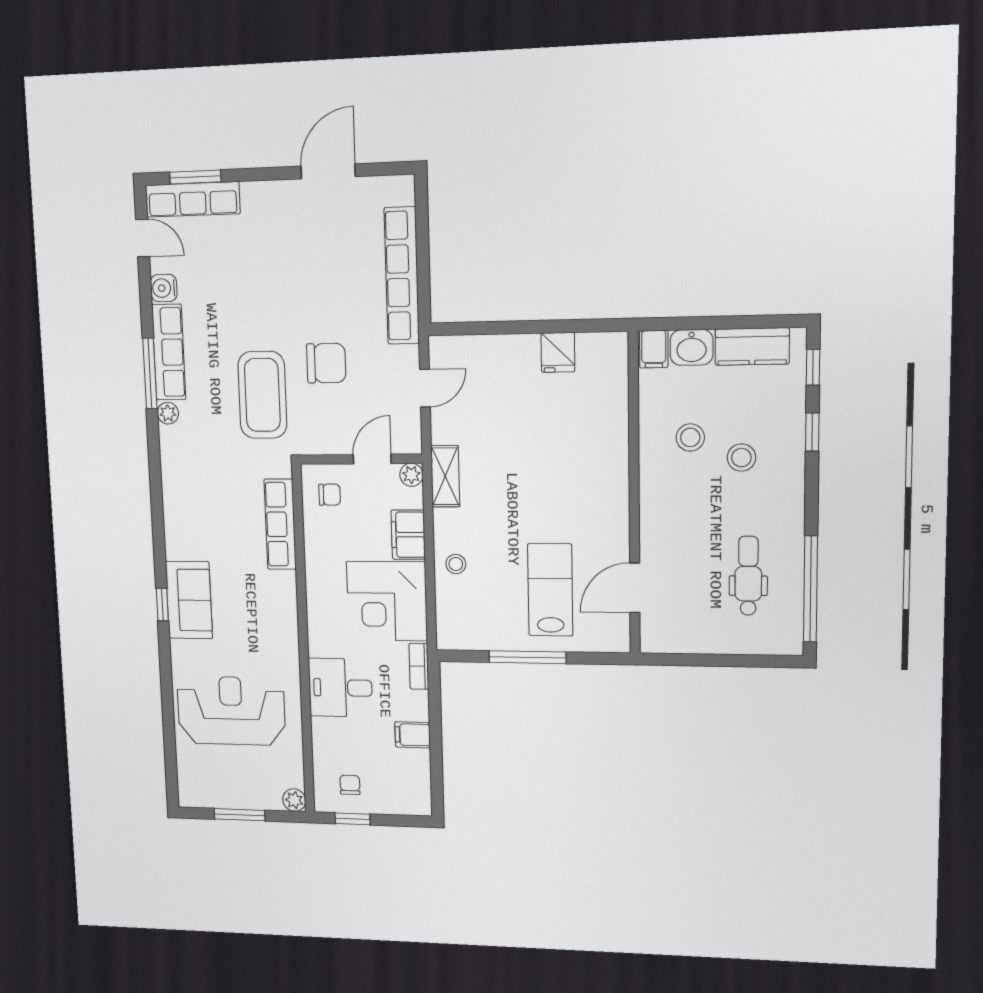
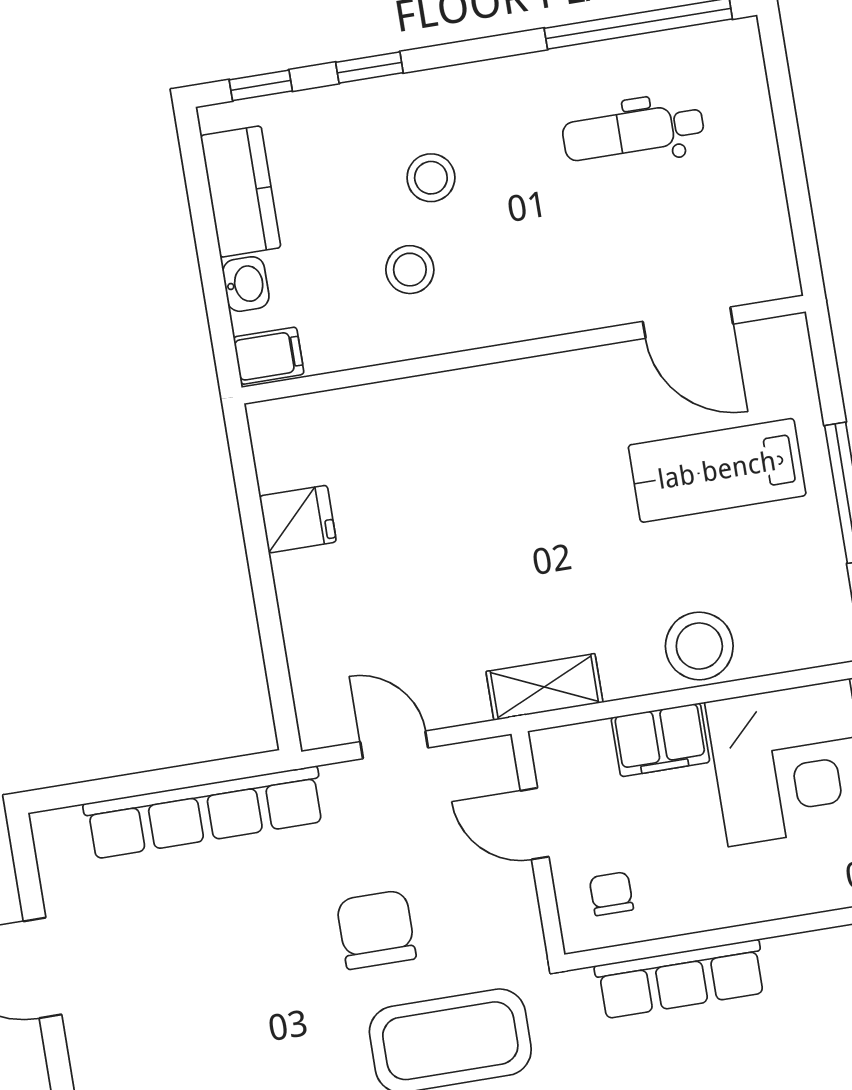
washbasin: (692, 347) -> (246, 284), width x0.72, depth x0.69
plant: (411, 475) -> (552, 748), removed
stool: (456, 564) -> (699, 646), width x1.89, depth x1.89

